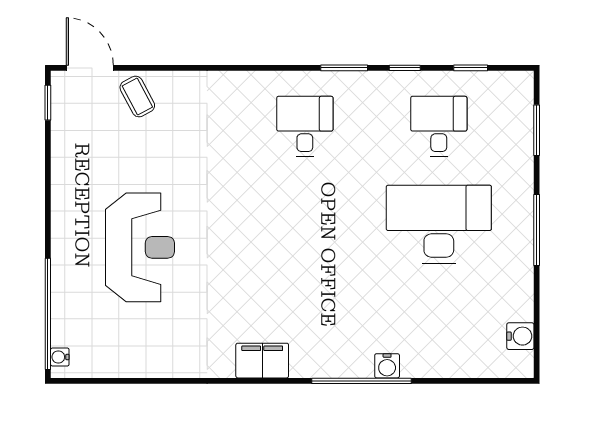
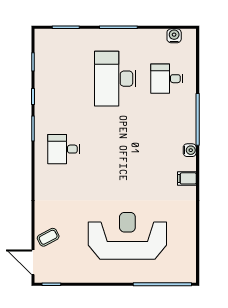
door: (90, 68) -> (33, 262), hinge flipped
desk: (439, 126) -> (167, 79), moved
reception desk: (140, 247) -> (127, 236), width x1.36, depth x1.30
water cooler: (60, 357) -> (185, 278), removed
filing cabinet: (262, 361) -> (187, 178), width x0.50
water cooler: (387, 366) -> (190, 150), moved

